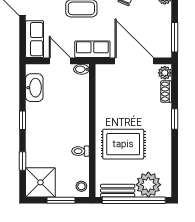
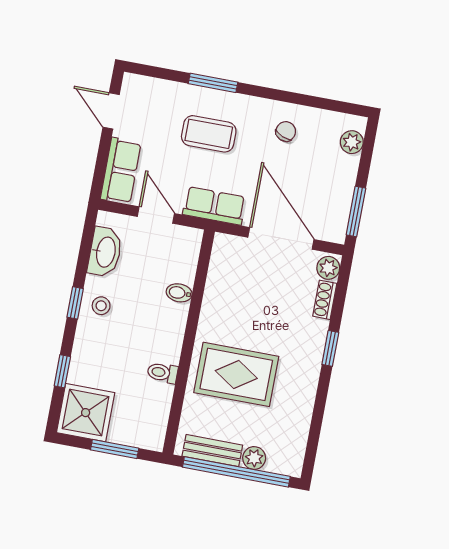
bidet: (81, 69) -> (179, 293), moved
plant: (148, 185) -> (254, 458), width x0.53, depth x0.53
stool: (81, 186) -> (101, 306), moved

